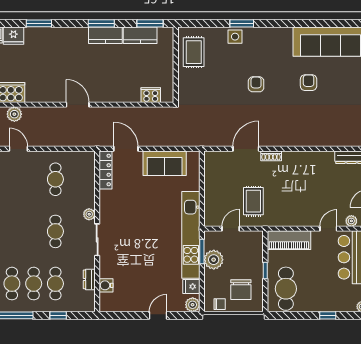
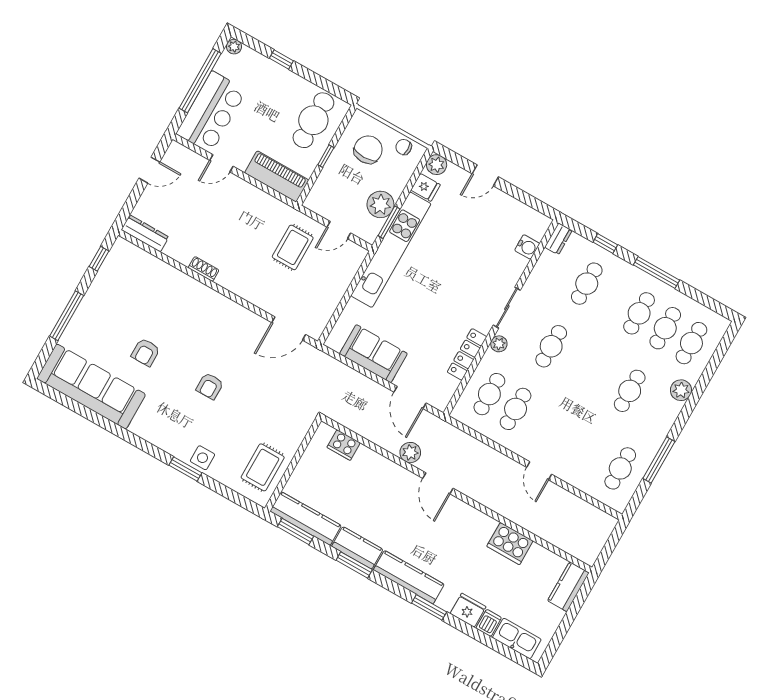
kitchen counter: (63, 35) -> (409, 577), added
kitchen counter: (140, 35) -> (306, 518), width x1.50
plant: (14, 114) -> (410, 453), moved
door: (246, 149) -> (289, 328), moved
shoe rack: (271, 156) -> (204, 269), moved
locker: (106, 170) -> (467, 354), moved
plant: (351, 221) -> (189, 157), removed
dresser: (89, 279) -> (558, 239), moved
cafe table: (34, 284) -> (489, 394), moved

